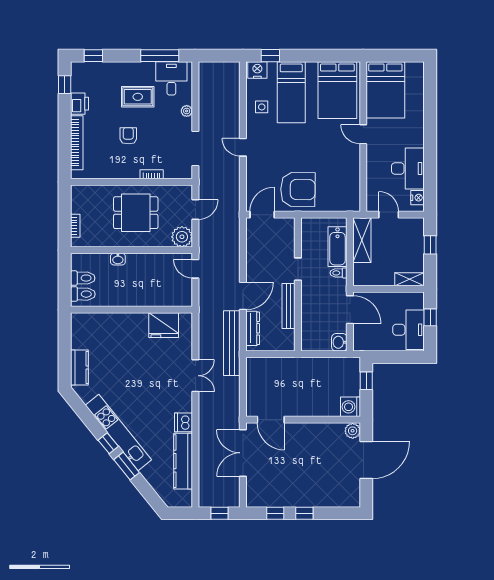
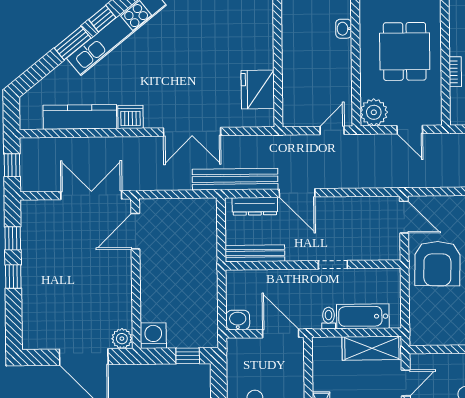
bench: (289, 306) -> (255, 253), moved
door: (350, 310) -> (281, 333), swing flipped
double door: (195, 376) -> (192, 132), width x1.37

